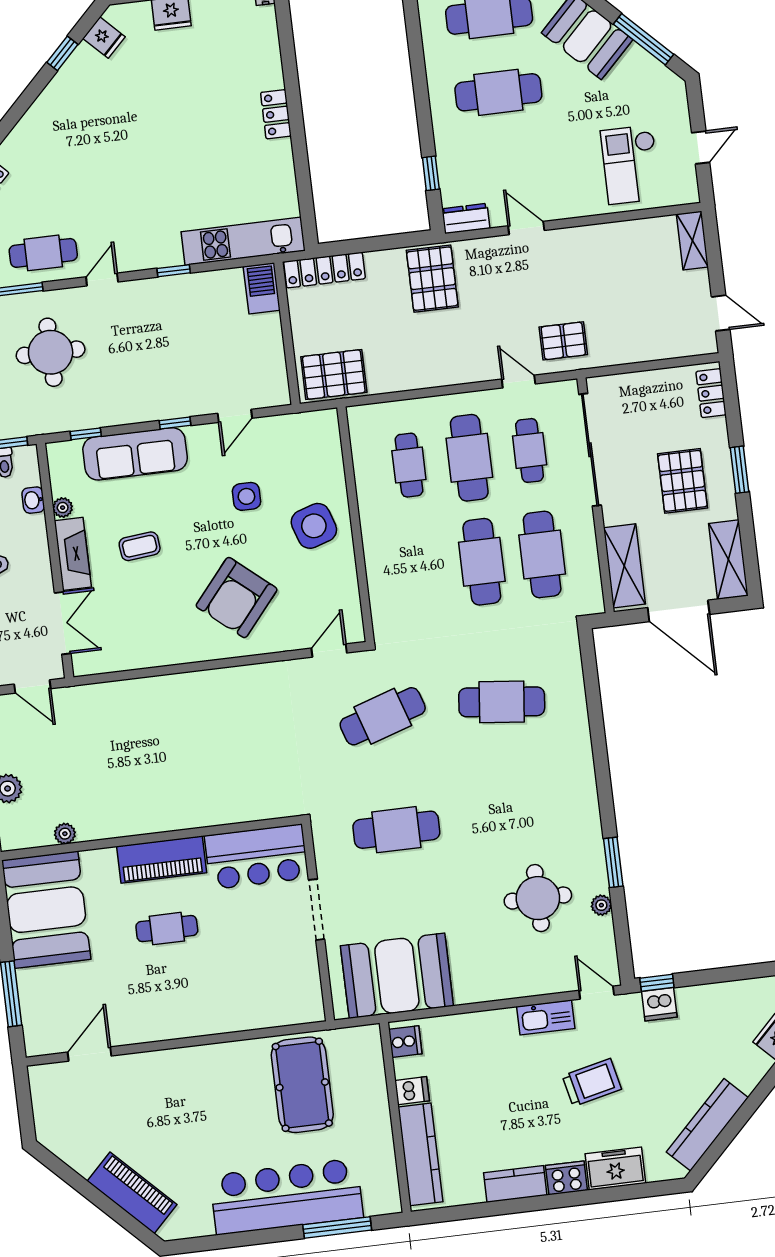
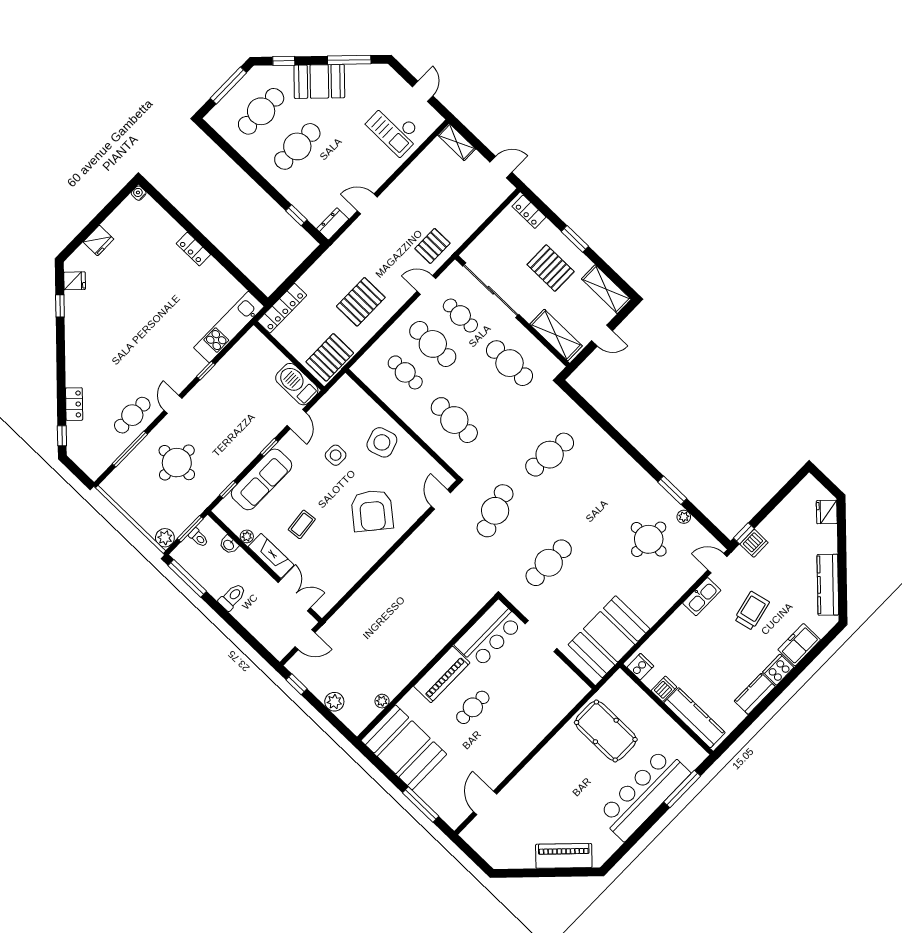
pallet: (432, 279) -> (361, 302), moved, turned 90
barbecue: (262, 288) -> (297, 384), moved, width x1.37, depth x1.21
cafe table: (482, 562) -> (454, 420), moved
door: (679, 611) -> (602, 336), width x0.53

